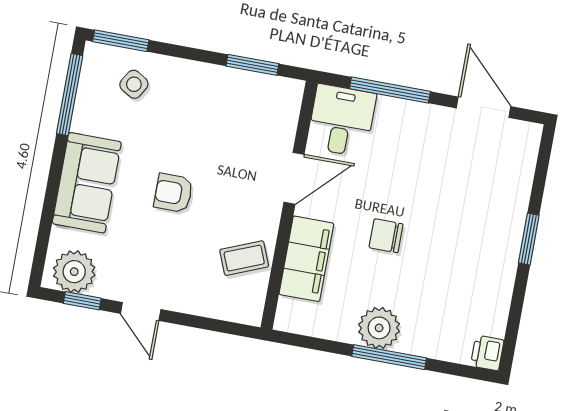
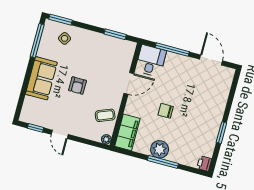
armchair: (173, 193) -> (78, 86), turned -90
window: (529, 239) -> (221, 133), moved
filing cabinet: (306, 259) -> (127, 132), moved
plant: (74, 272) -> (106, 139), moved, width x0.53, depth x0.53

